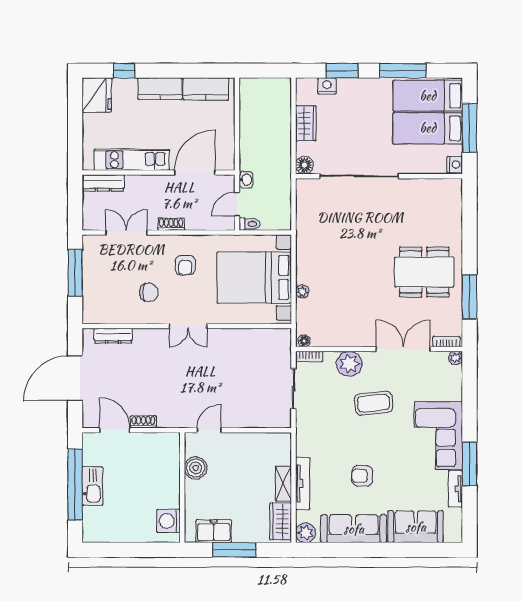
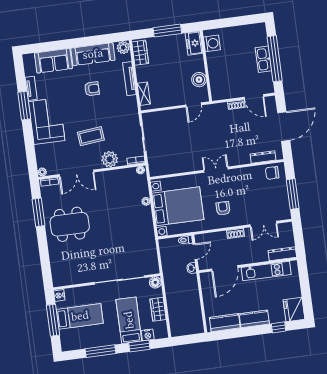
bed: (428, 96) -> (129, 320), moved, turned -90
chair: (149, 292) -> (272, 173), moved
shelving: (283, 484) -> (144, 94), moved
freezer: (214, 531) -> (194, 43), moved, turned 90

